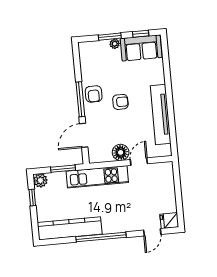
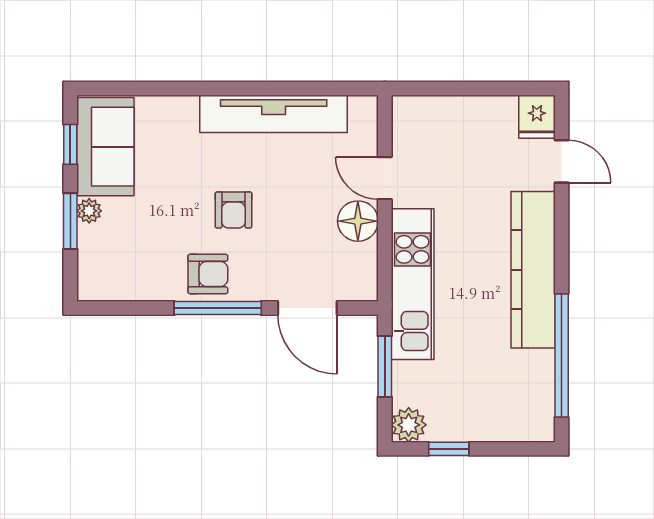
armchair: (120, 102) -> (234, 210), turned 180
kitchen counter: (70, 228) -> (533, 270), moved
window: (101, 237) -> (562, 356), moved

